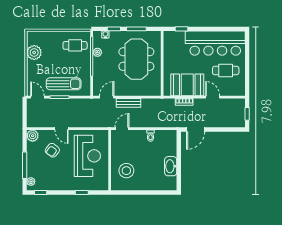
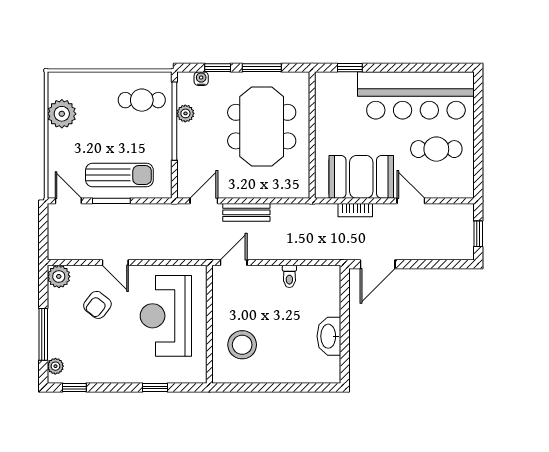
reception desk: (87, 156) -> (166, 316), turned 180

